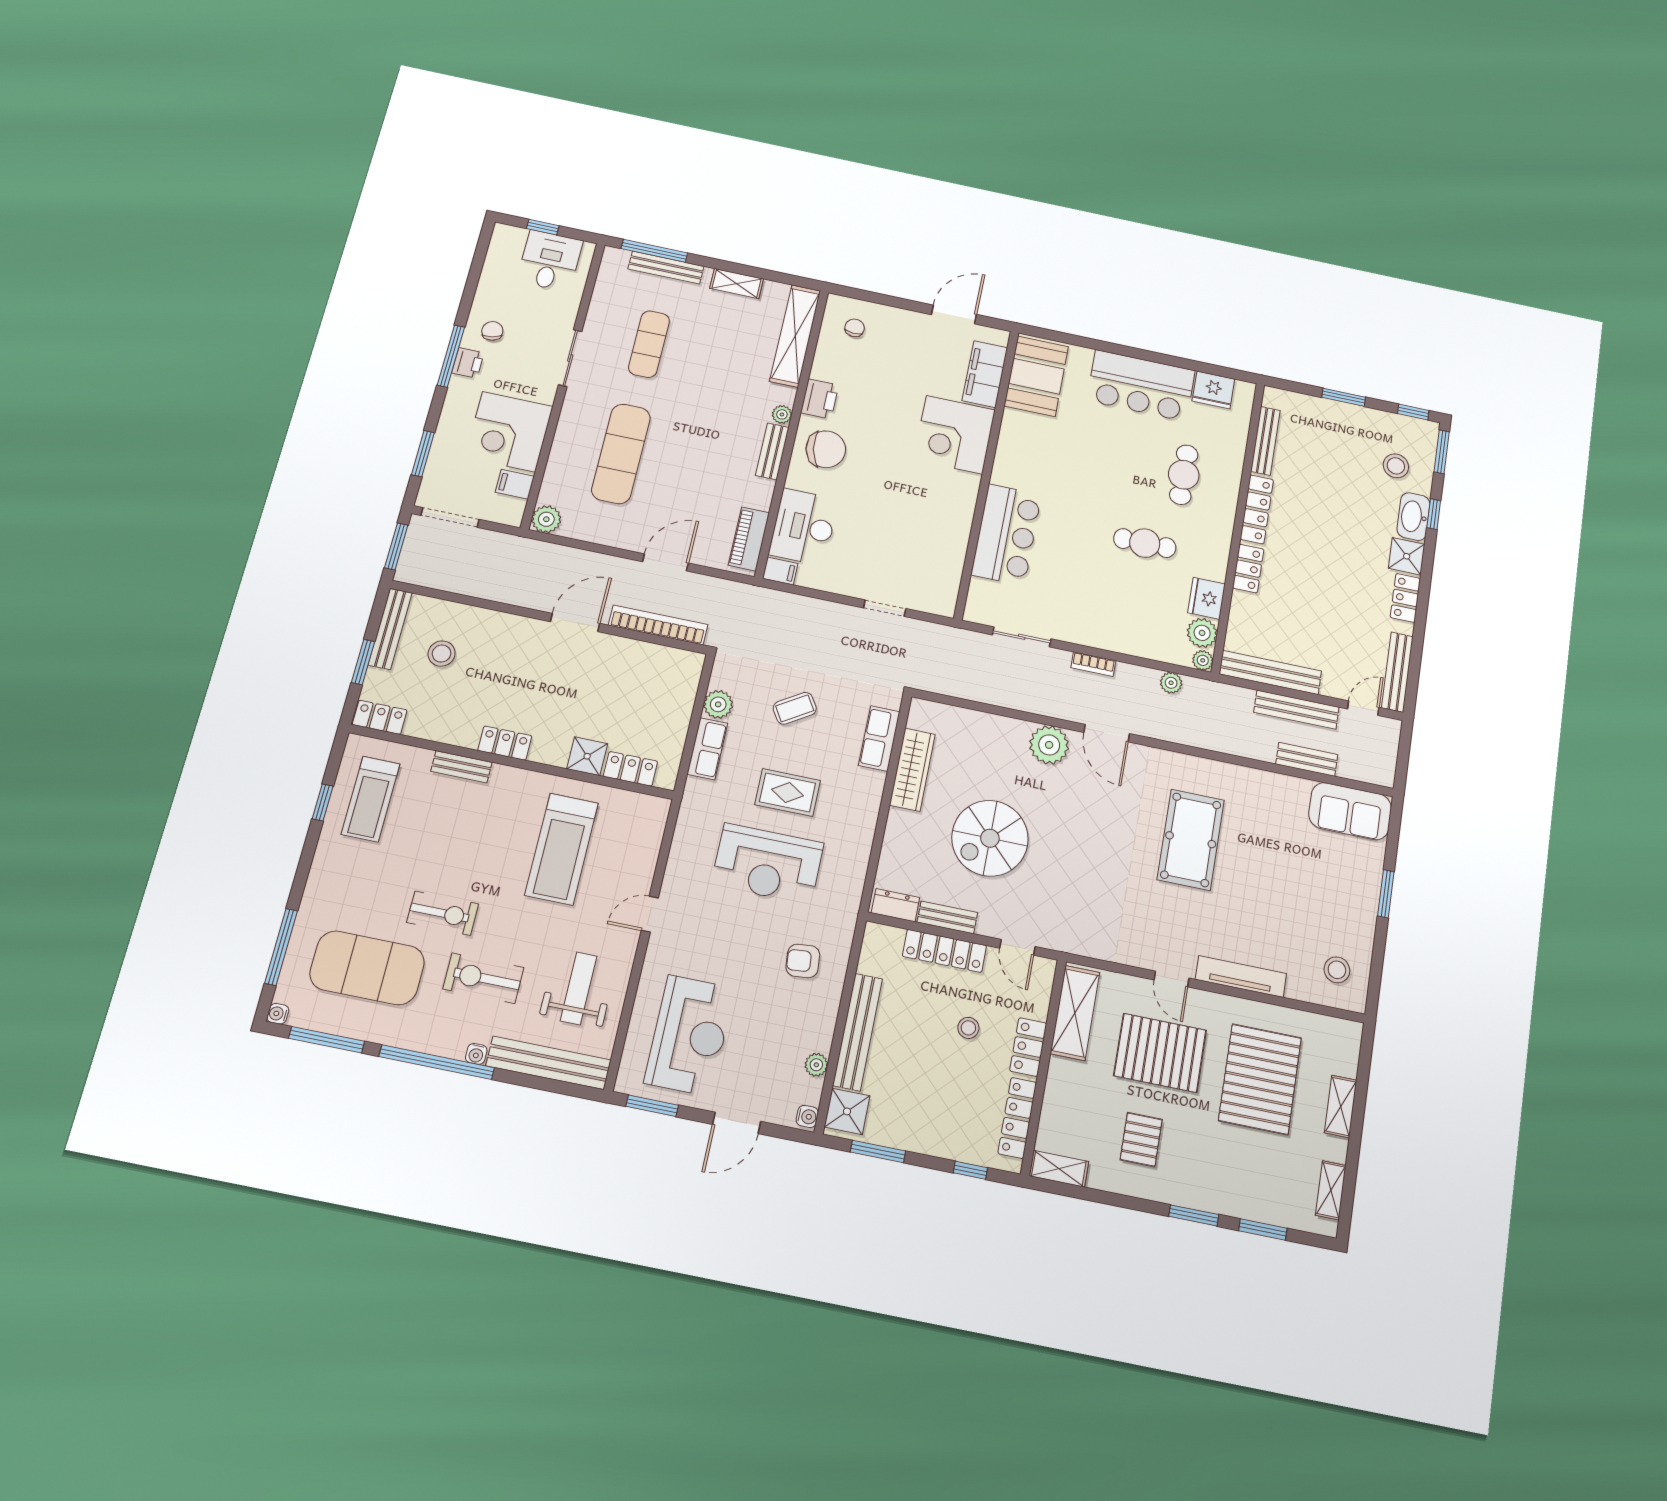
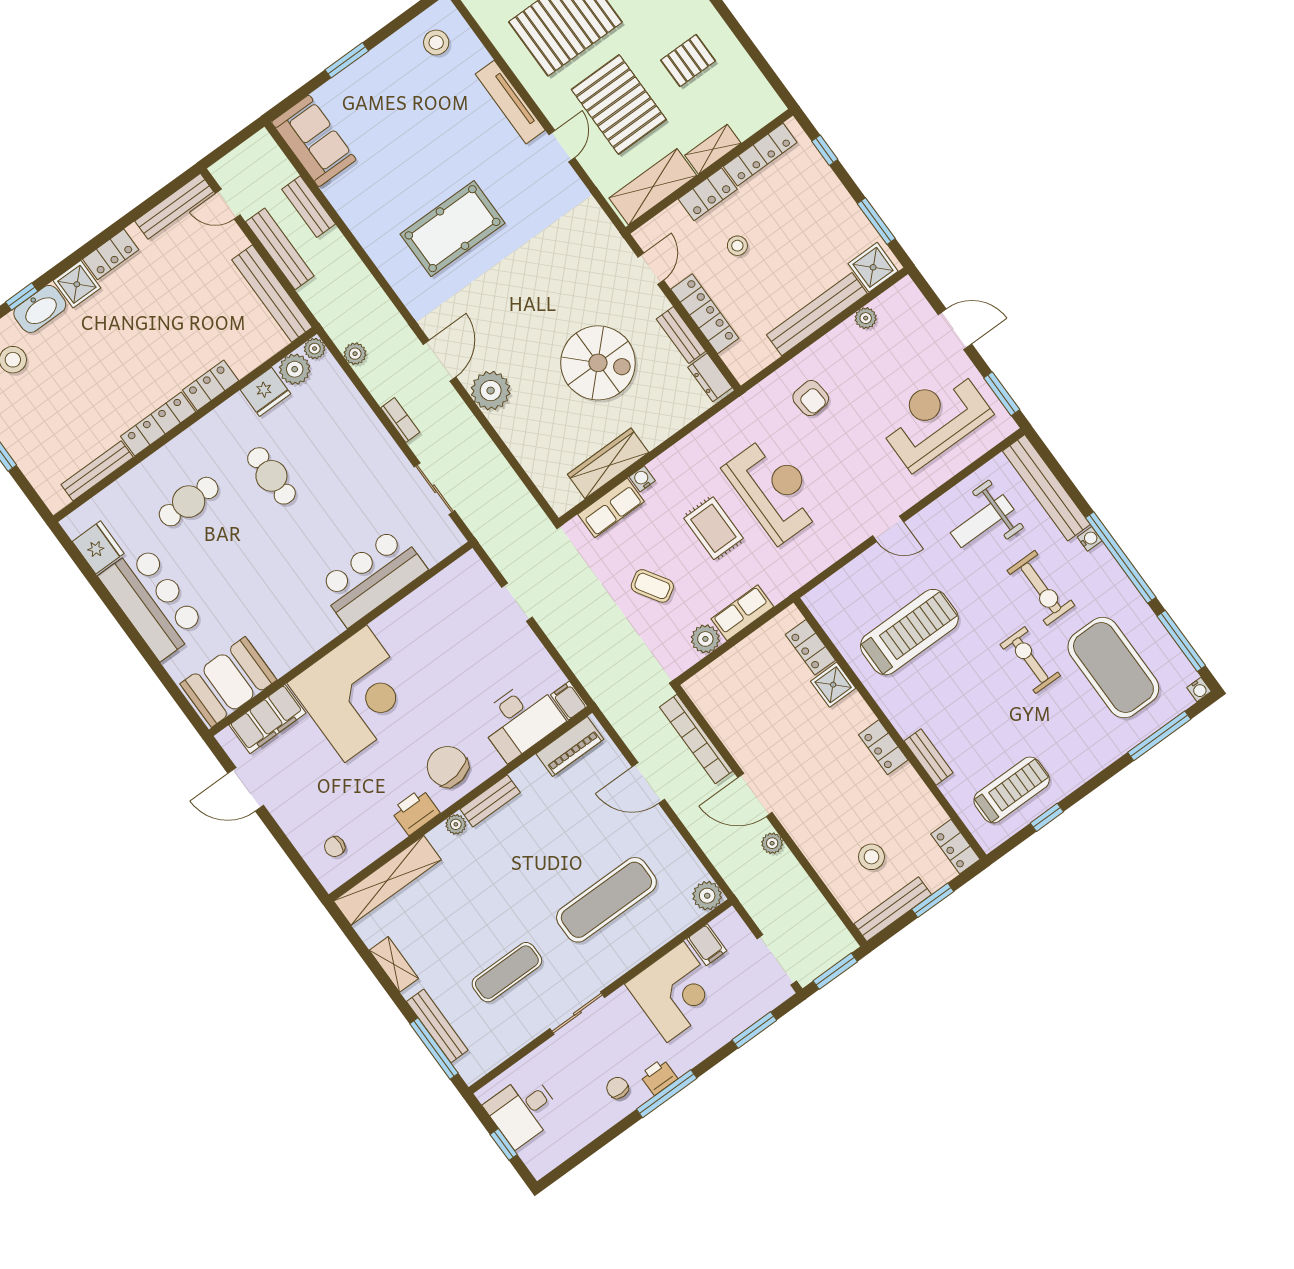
chair: (492, 331) -> (618, 1088), turned 102
corner desk: (954, 435) -> (356, 694), width x1.36, depth x1.36
plant: (530, 598) -> (772, 843), added
water cooler: (807, 1116) -> (642, 479), moved
shelving: (1059, 1169) -> (713, 149), moved, turned 90

